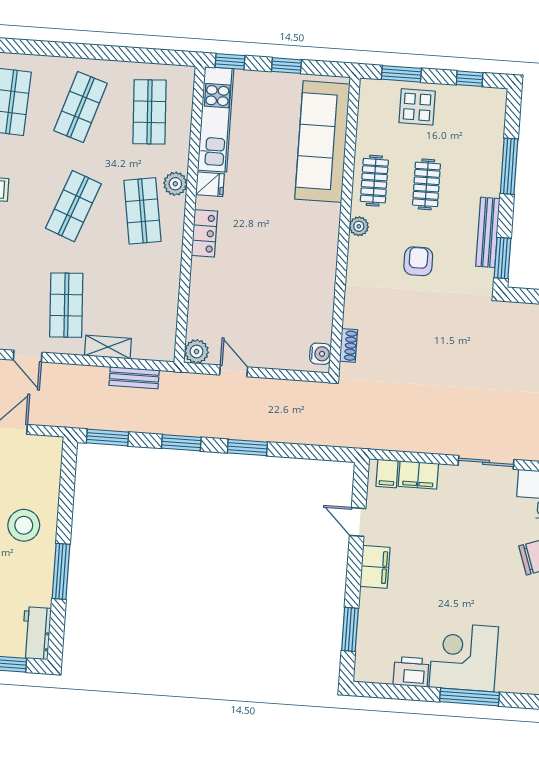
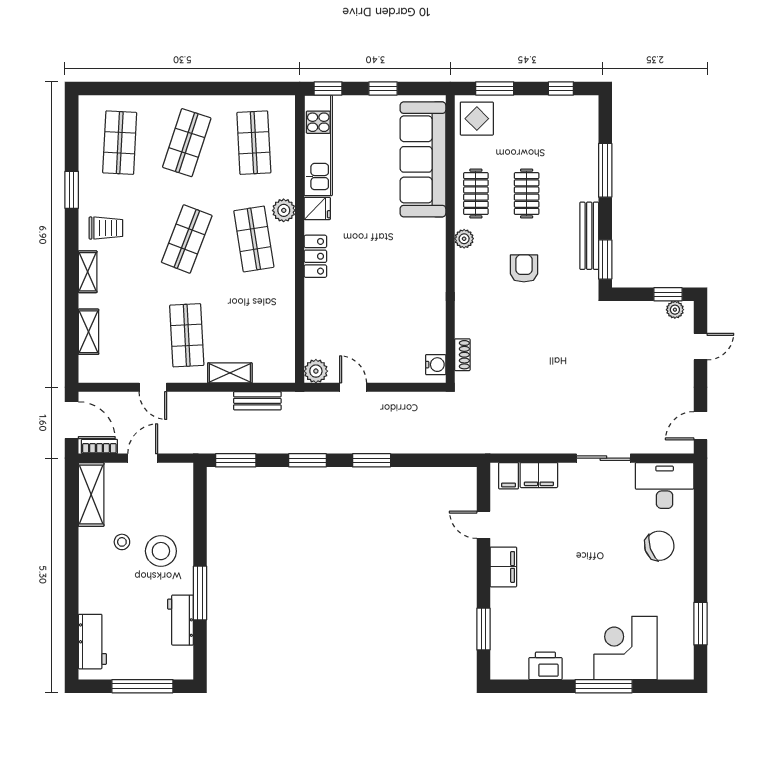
display table: (417, 107) -> (477, 119), moved
workbench: (36, 633) -> (180, 620), moved
corner desk: (464, 657) -> (626, 648), moved

